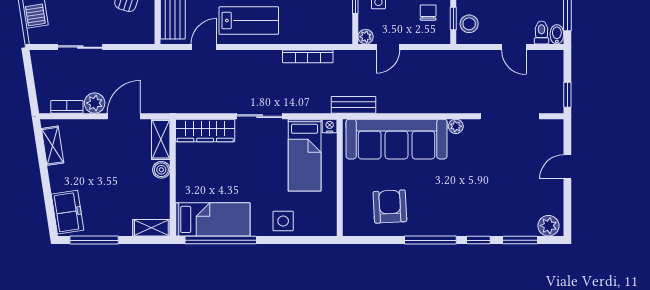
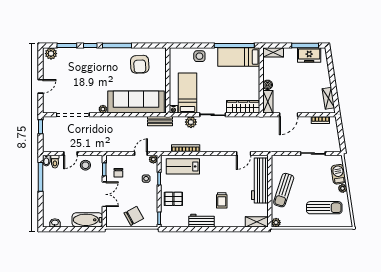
lab bench: (249, 21) -> (183, 166), moved
stool: (469, 24) -> (85, 165), moved
door: (514, 47) -> (70, 153), swing flipped
plant: (95, 103) -> (191, 122), moved
freezer: (68, 212) -> (309, 55), moved, turned -81

